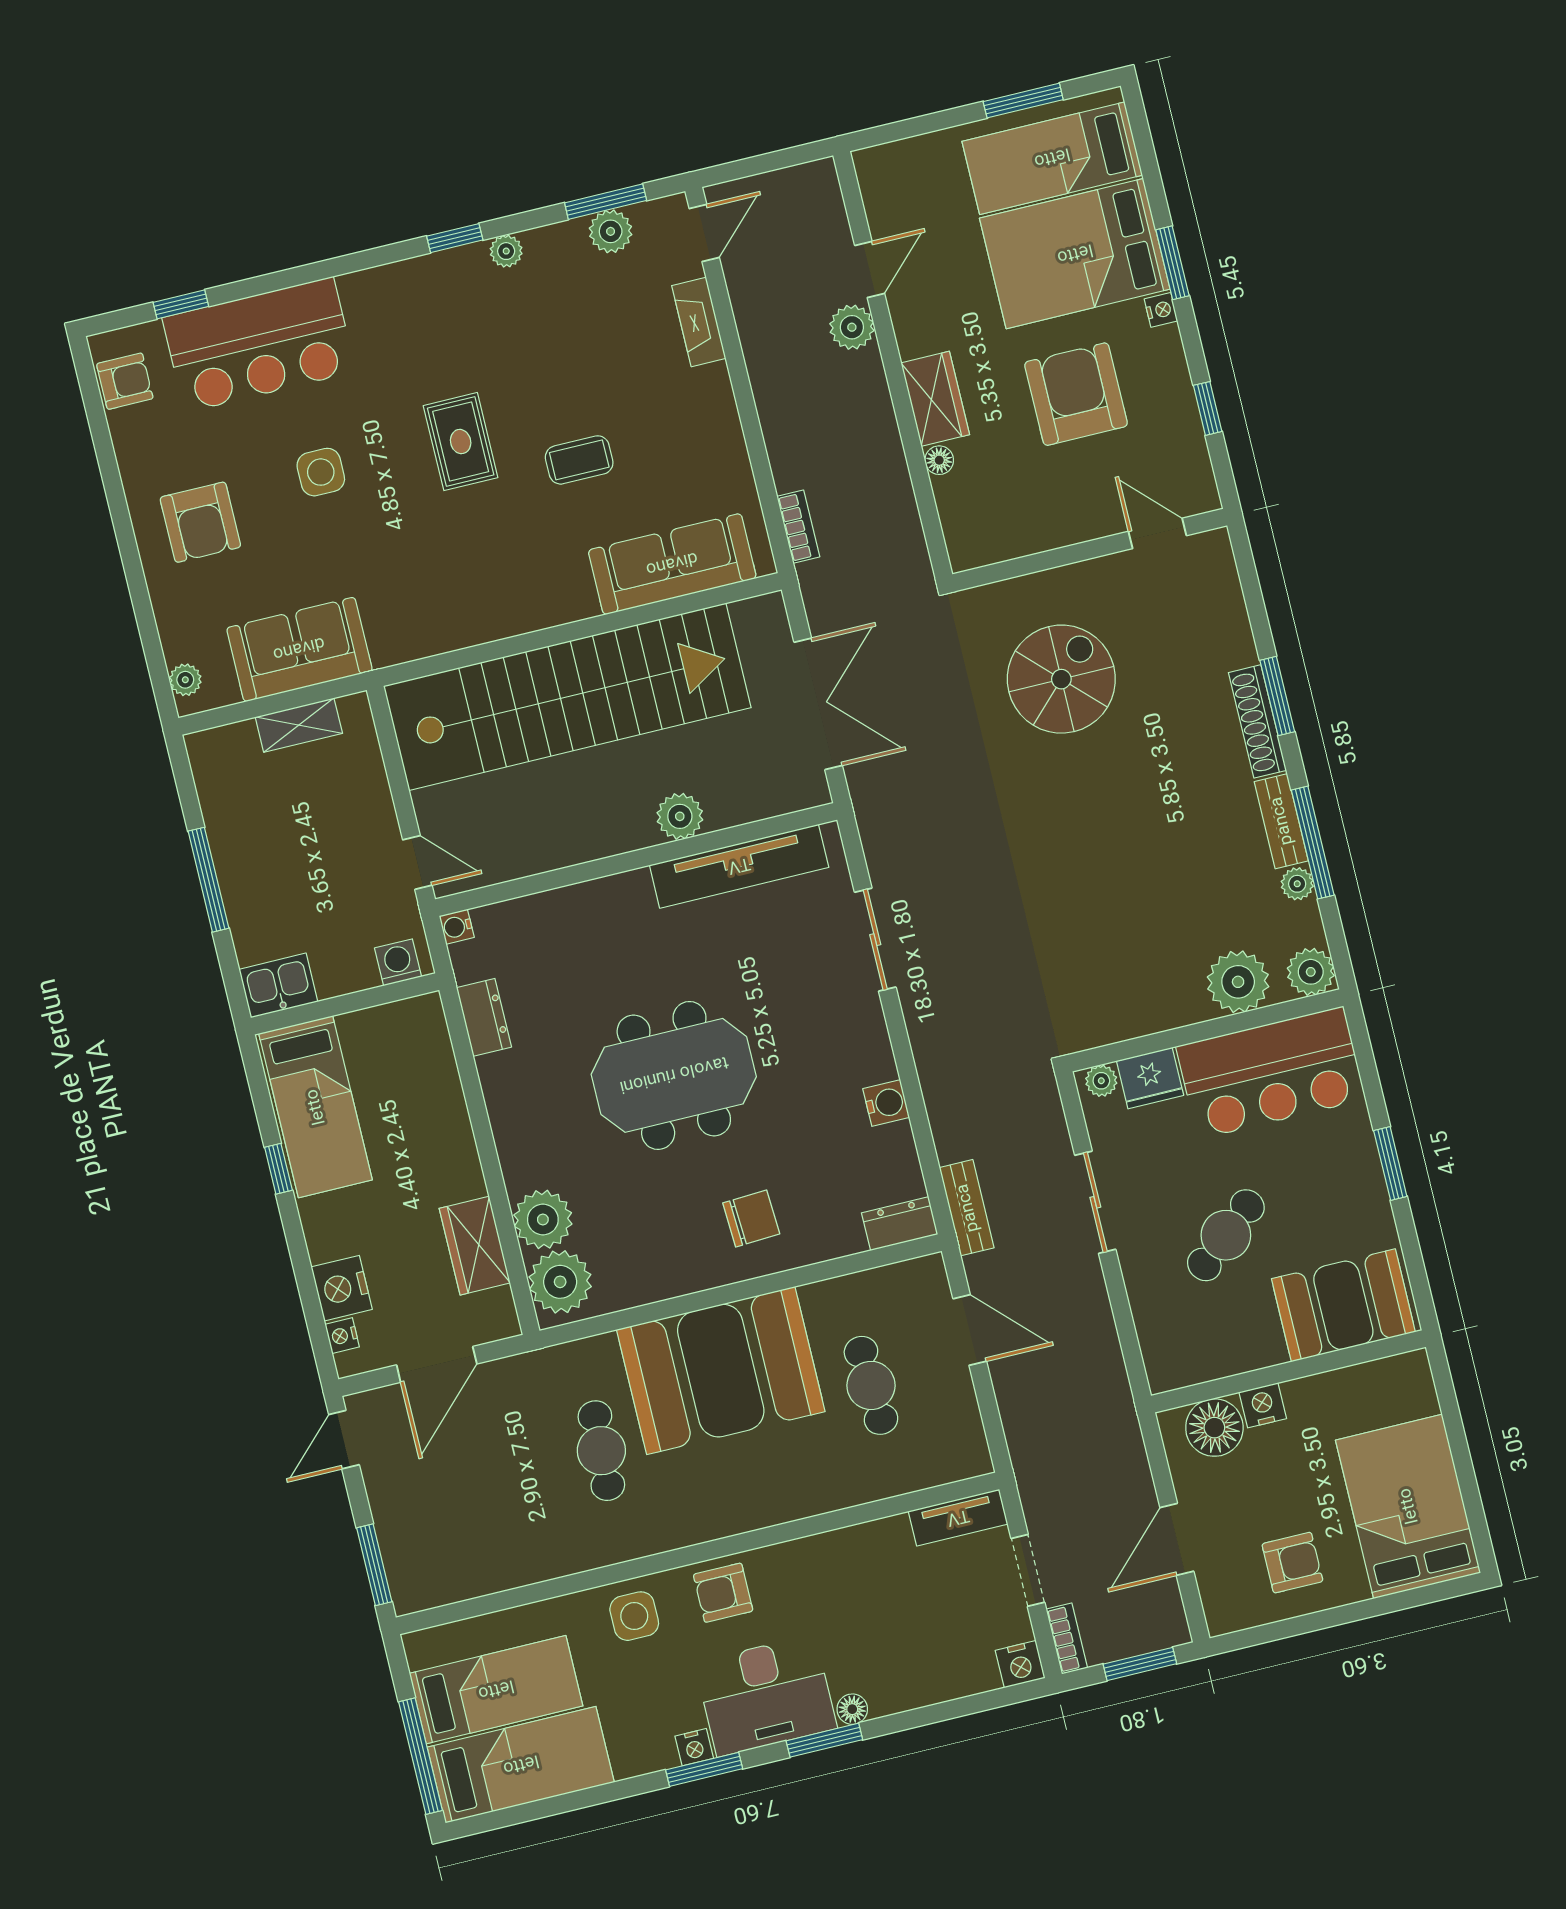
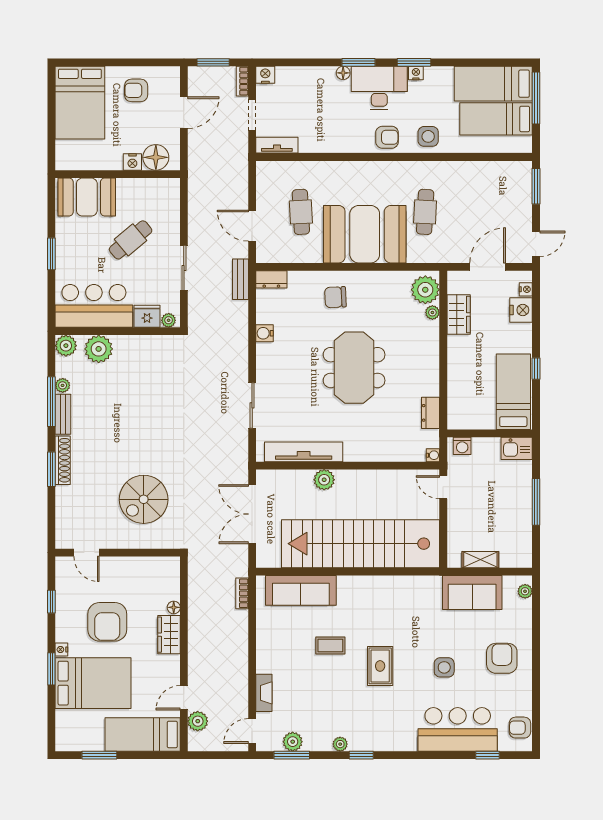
bed: (1052, 158) -> (143, 734), moved, turned 180
plant: (852, 327) -> (198, 721), moved
meeting table: (674, 1075) -> (354, 368), turned 90
plant: (543, 1219) -> (432, 313), width x0.53, depth x0.53

